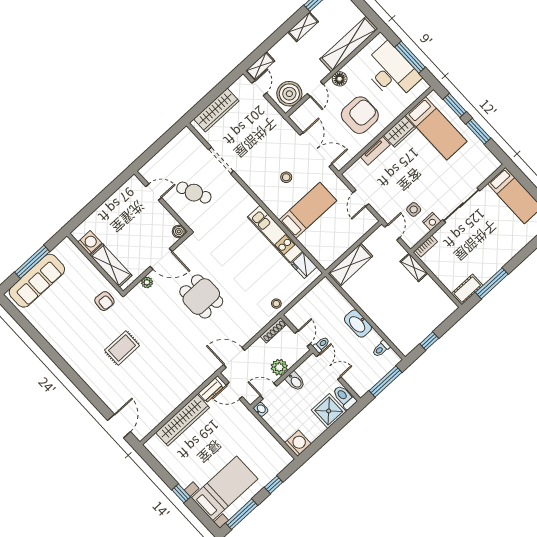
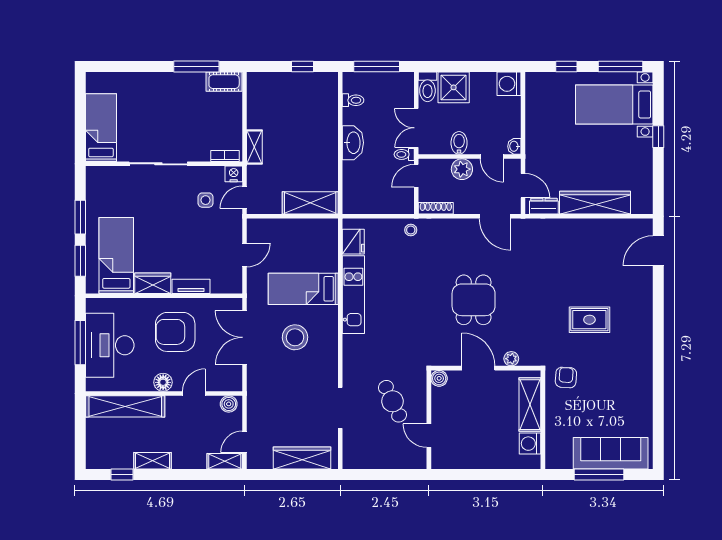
boiler: (289, 94) -> (229, 404), width x0.54, depth x0.54
stool: (286, 177) -> (295, 337), width x1.89, depth x1.89
nightstand: (432, 222) -> (234, 174), moved

